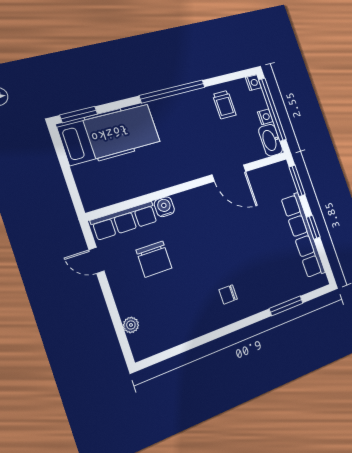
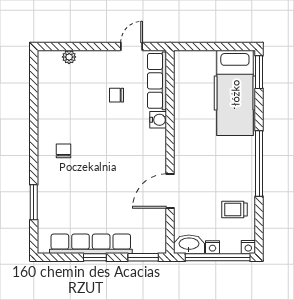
chair: (154, 259) -> (116, 95), width x0.54, depth x0.54

